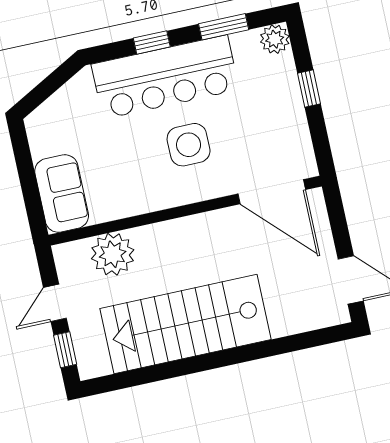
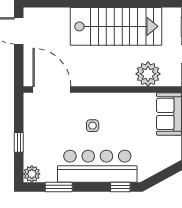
window: (152, 42) -> (120, 187), moved
side table: (189, 145) -> (93, 126), width x0.54, depth x0.54

